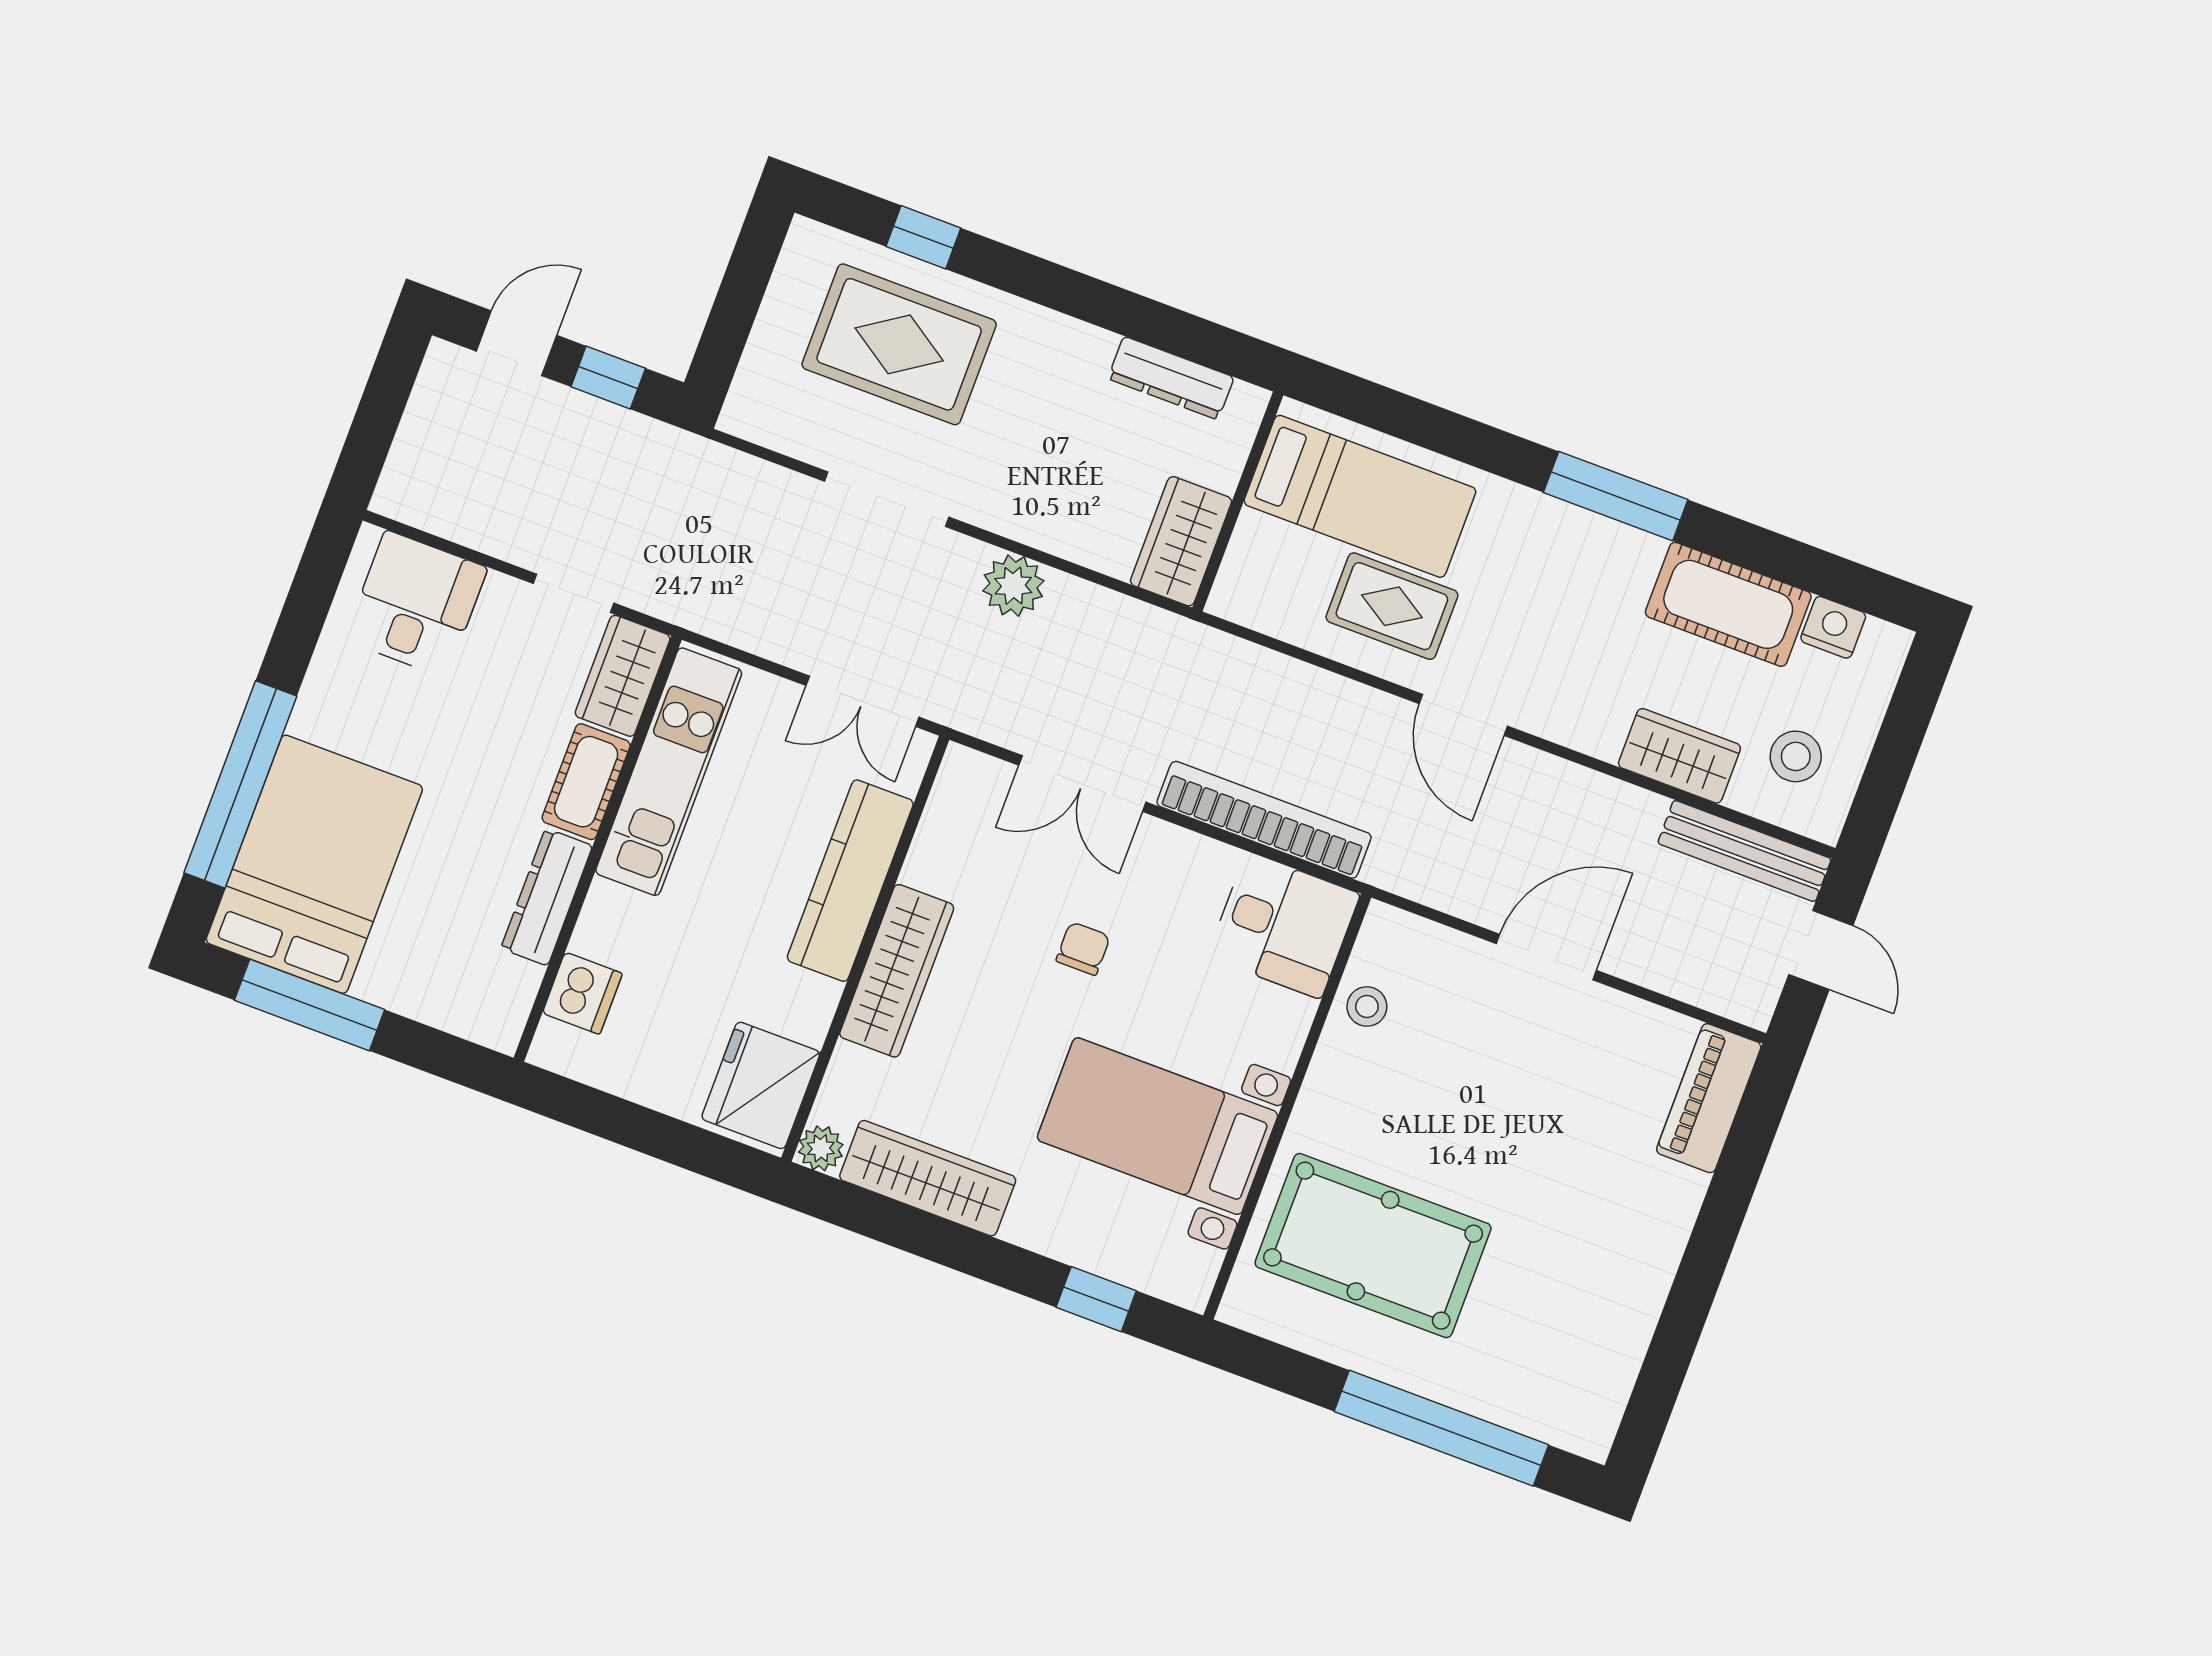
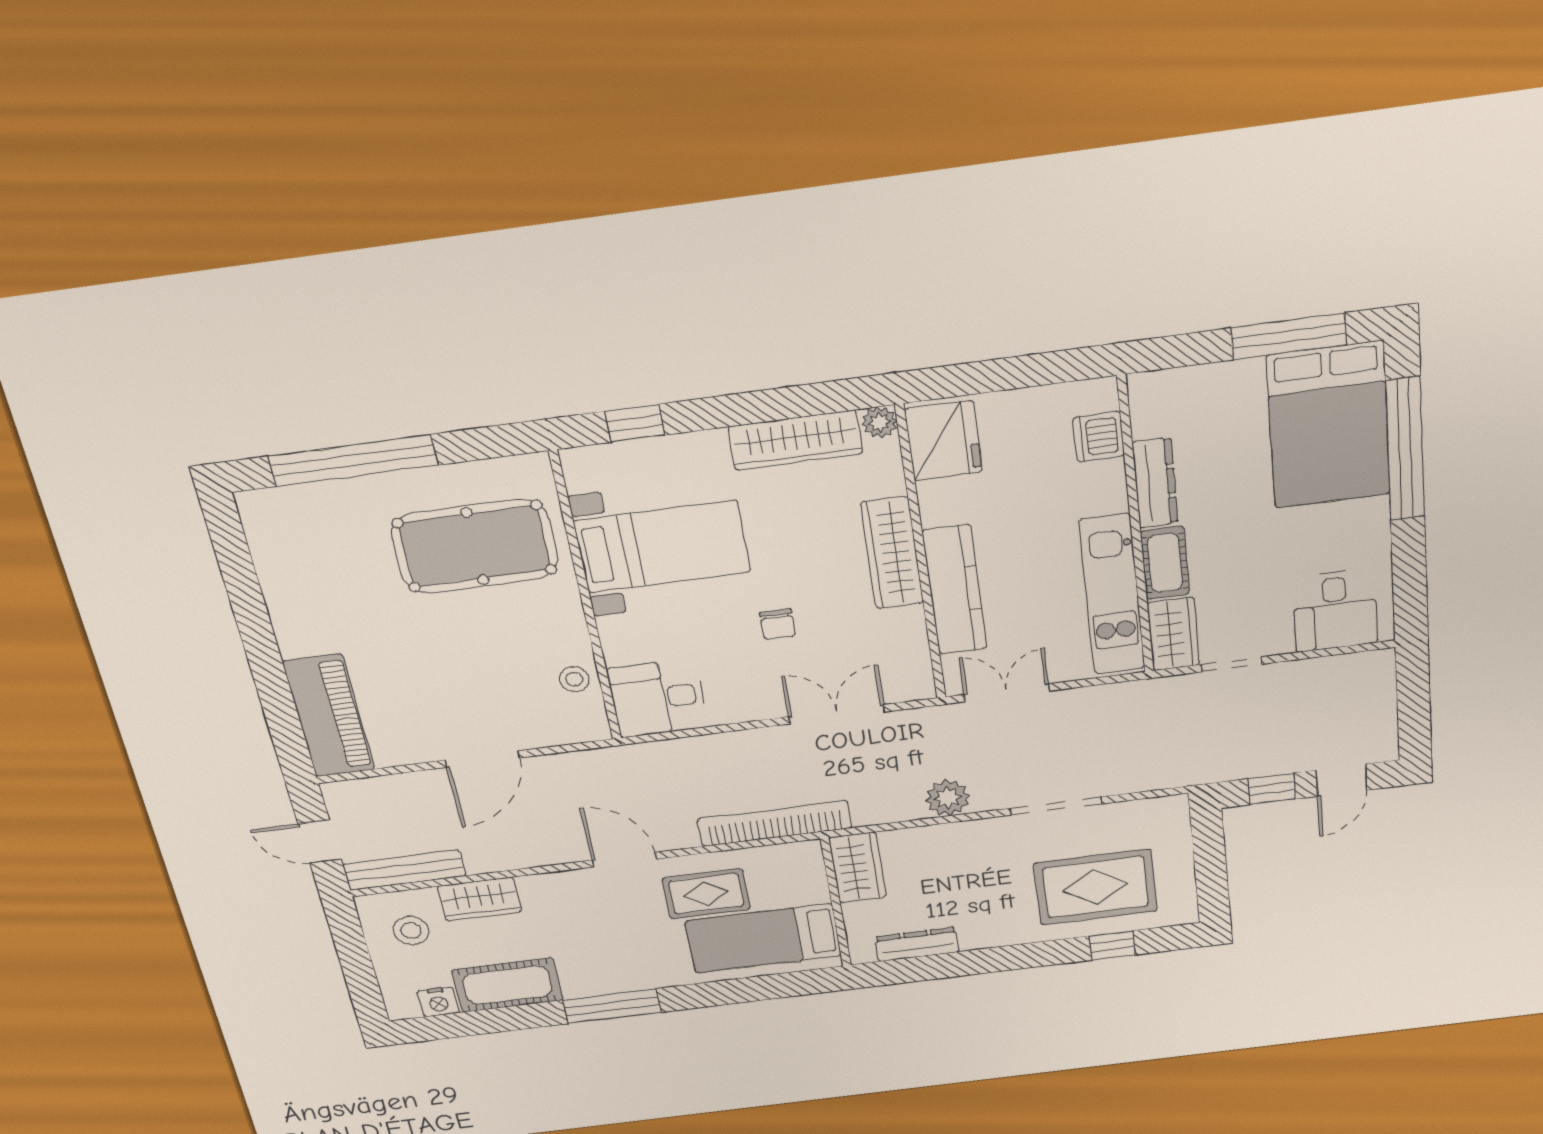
bookcase: (1264, 820) -> (775, 824), moved, turned 180
piano: (1709, 1098) -> (329, 716), width x1.37, depth x1.33

